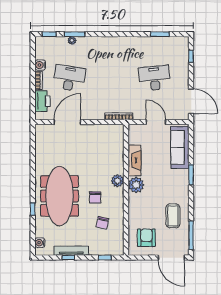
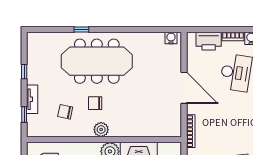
door: (67, 122) -> (184, 88), moved
plant: (118, 181) -> (101, 130), moved
water cooler: (40, 243) -> (171, 38), moved
tv unit: (71, 251) -> (32, 99), moved, width x0.71

